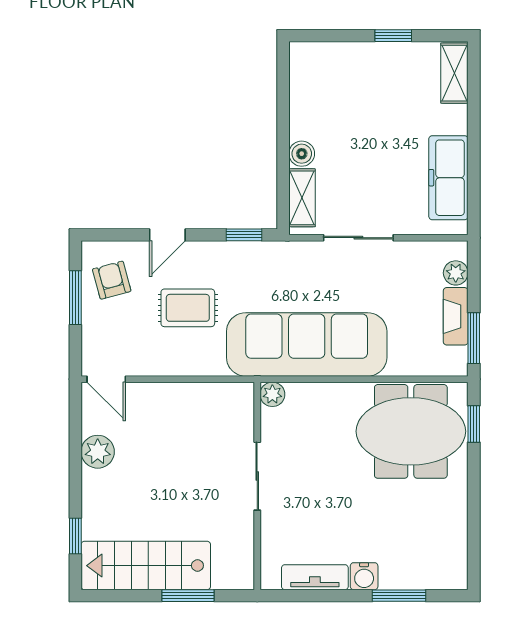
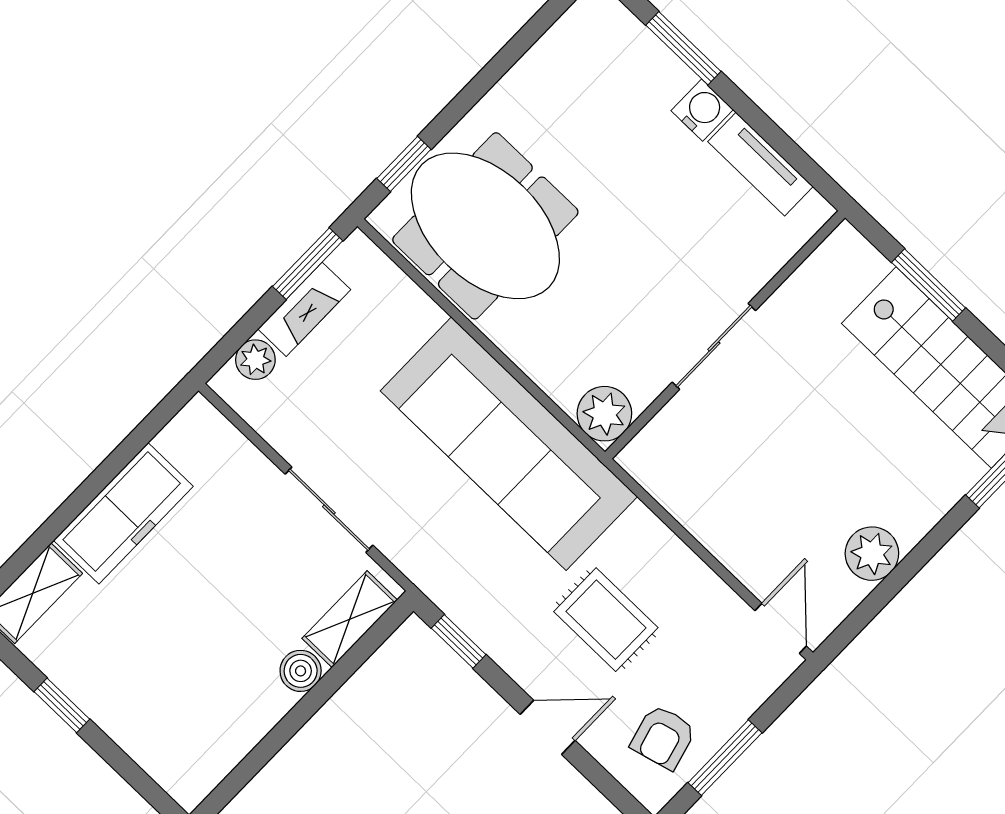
freezer: (448, 178) -> (123, 513), moved
plant: (272, 394) -> (604, 414), width x1.38, depth x1.38

